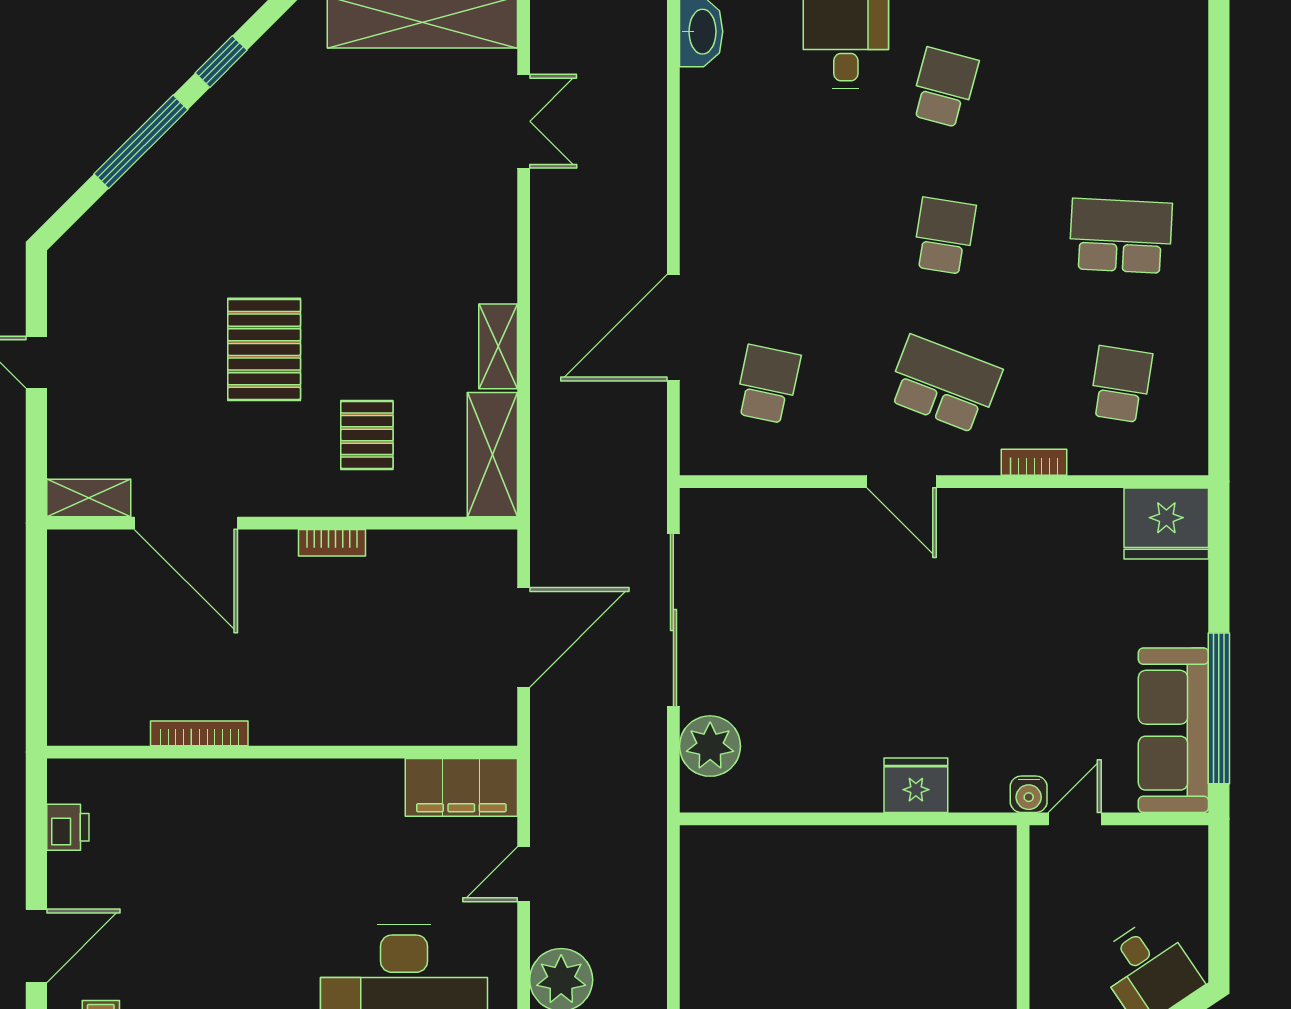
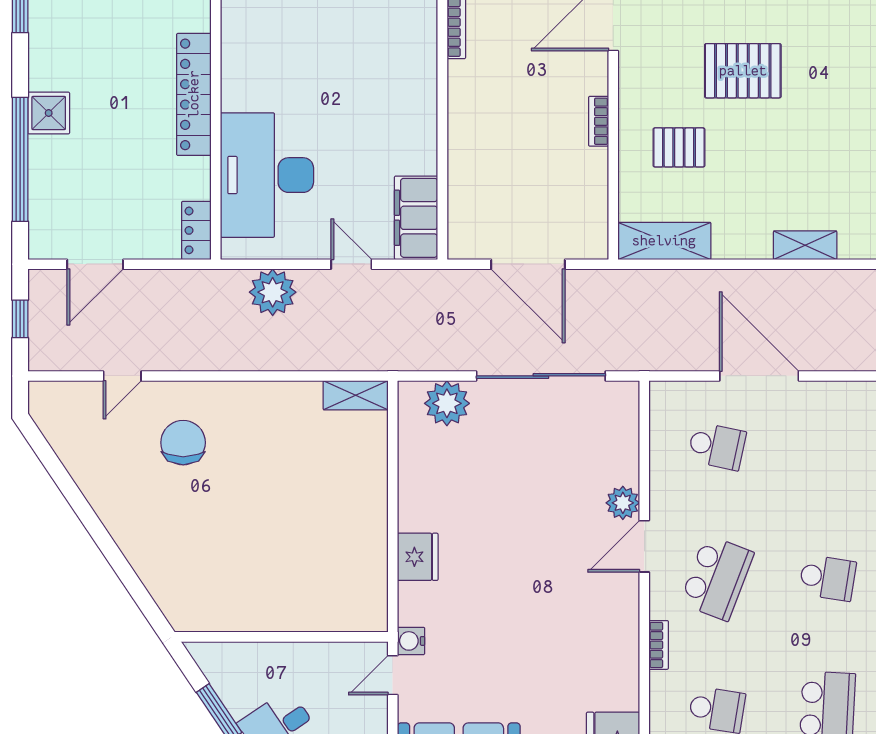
shelving: (498, 346) -> (805, 245), moved
plant: (843, 510) -> (623, 503), added
door: (1075, 819) -> (393, 675), swing flipped
shelving: (699, 868) -> (356, 395), added

